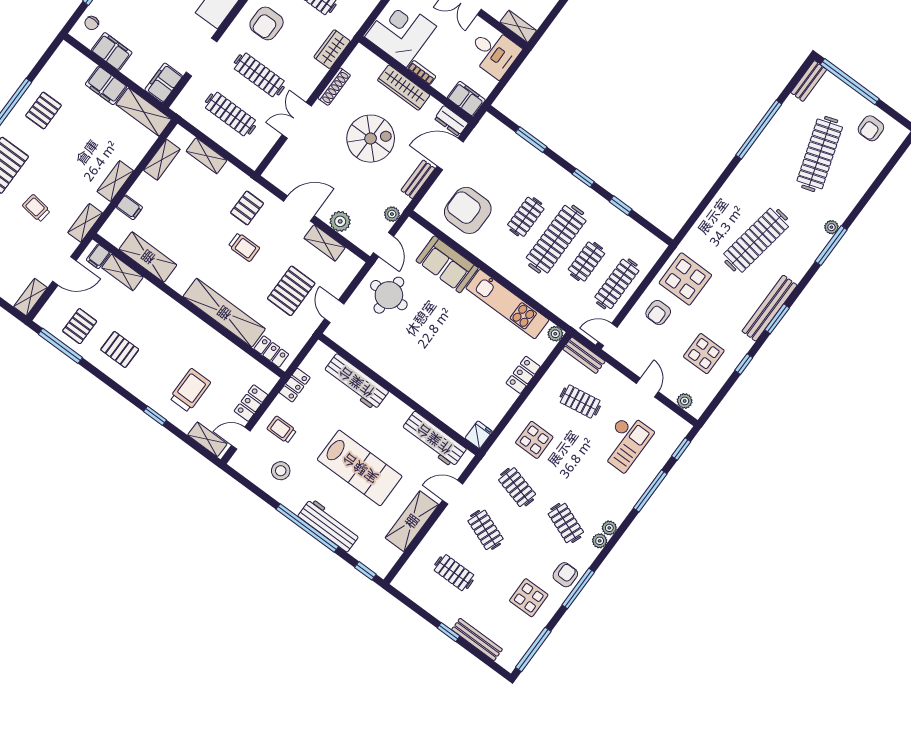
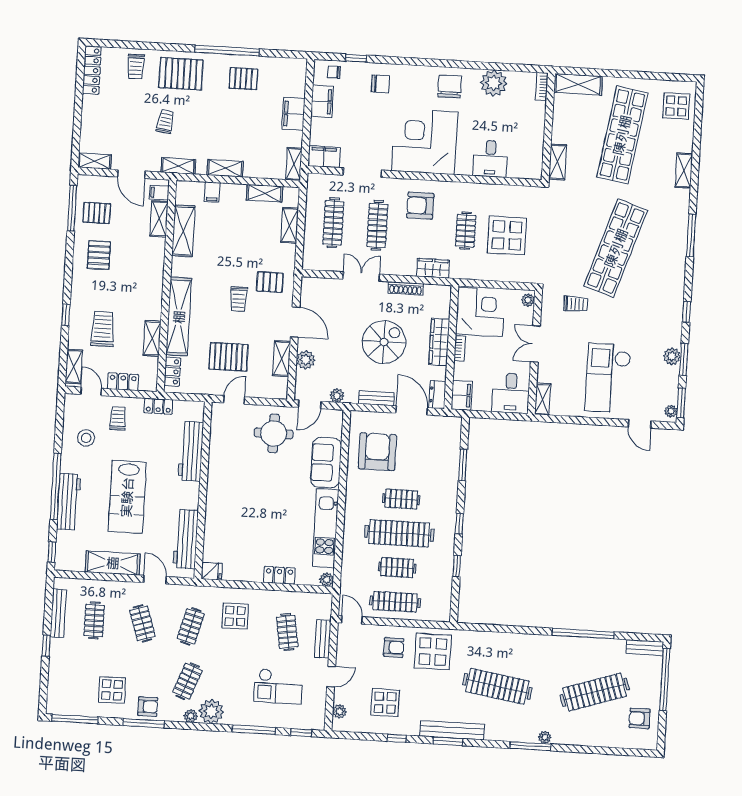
shelving: (144, 112) -> (294, 164), width x0.67, depth x0.75
spiral stairs: (371, 139) -> (384, 342), turned -90
armchair: (658, 313) -> (394, 647), turned 180
shelving: (229, 350) -> (152, 339), added
bench: (584, 355) -> (323, 639), moved
trolley: (190, 390) -> (103, 329), turned -90
plant: (609, 528) -> (211, 711), width x1.88, depth x1.88
clothes rail: (486, 530) -> (142, 623), turned -39
bench: (477, 639) -> (58, 613), moved

